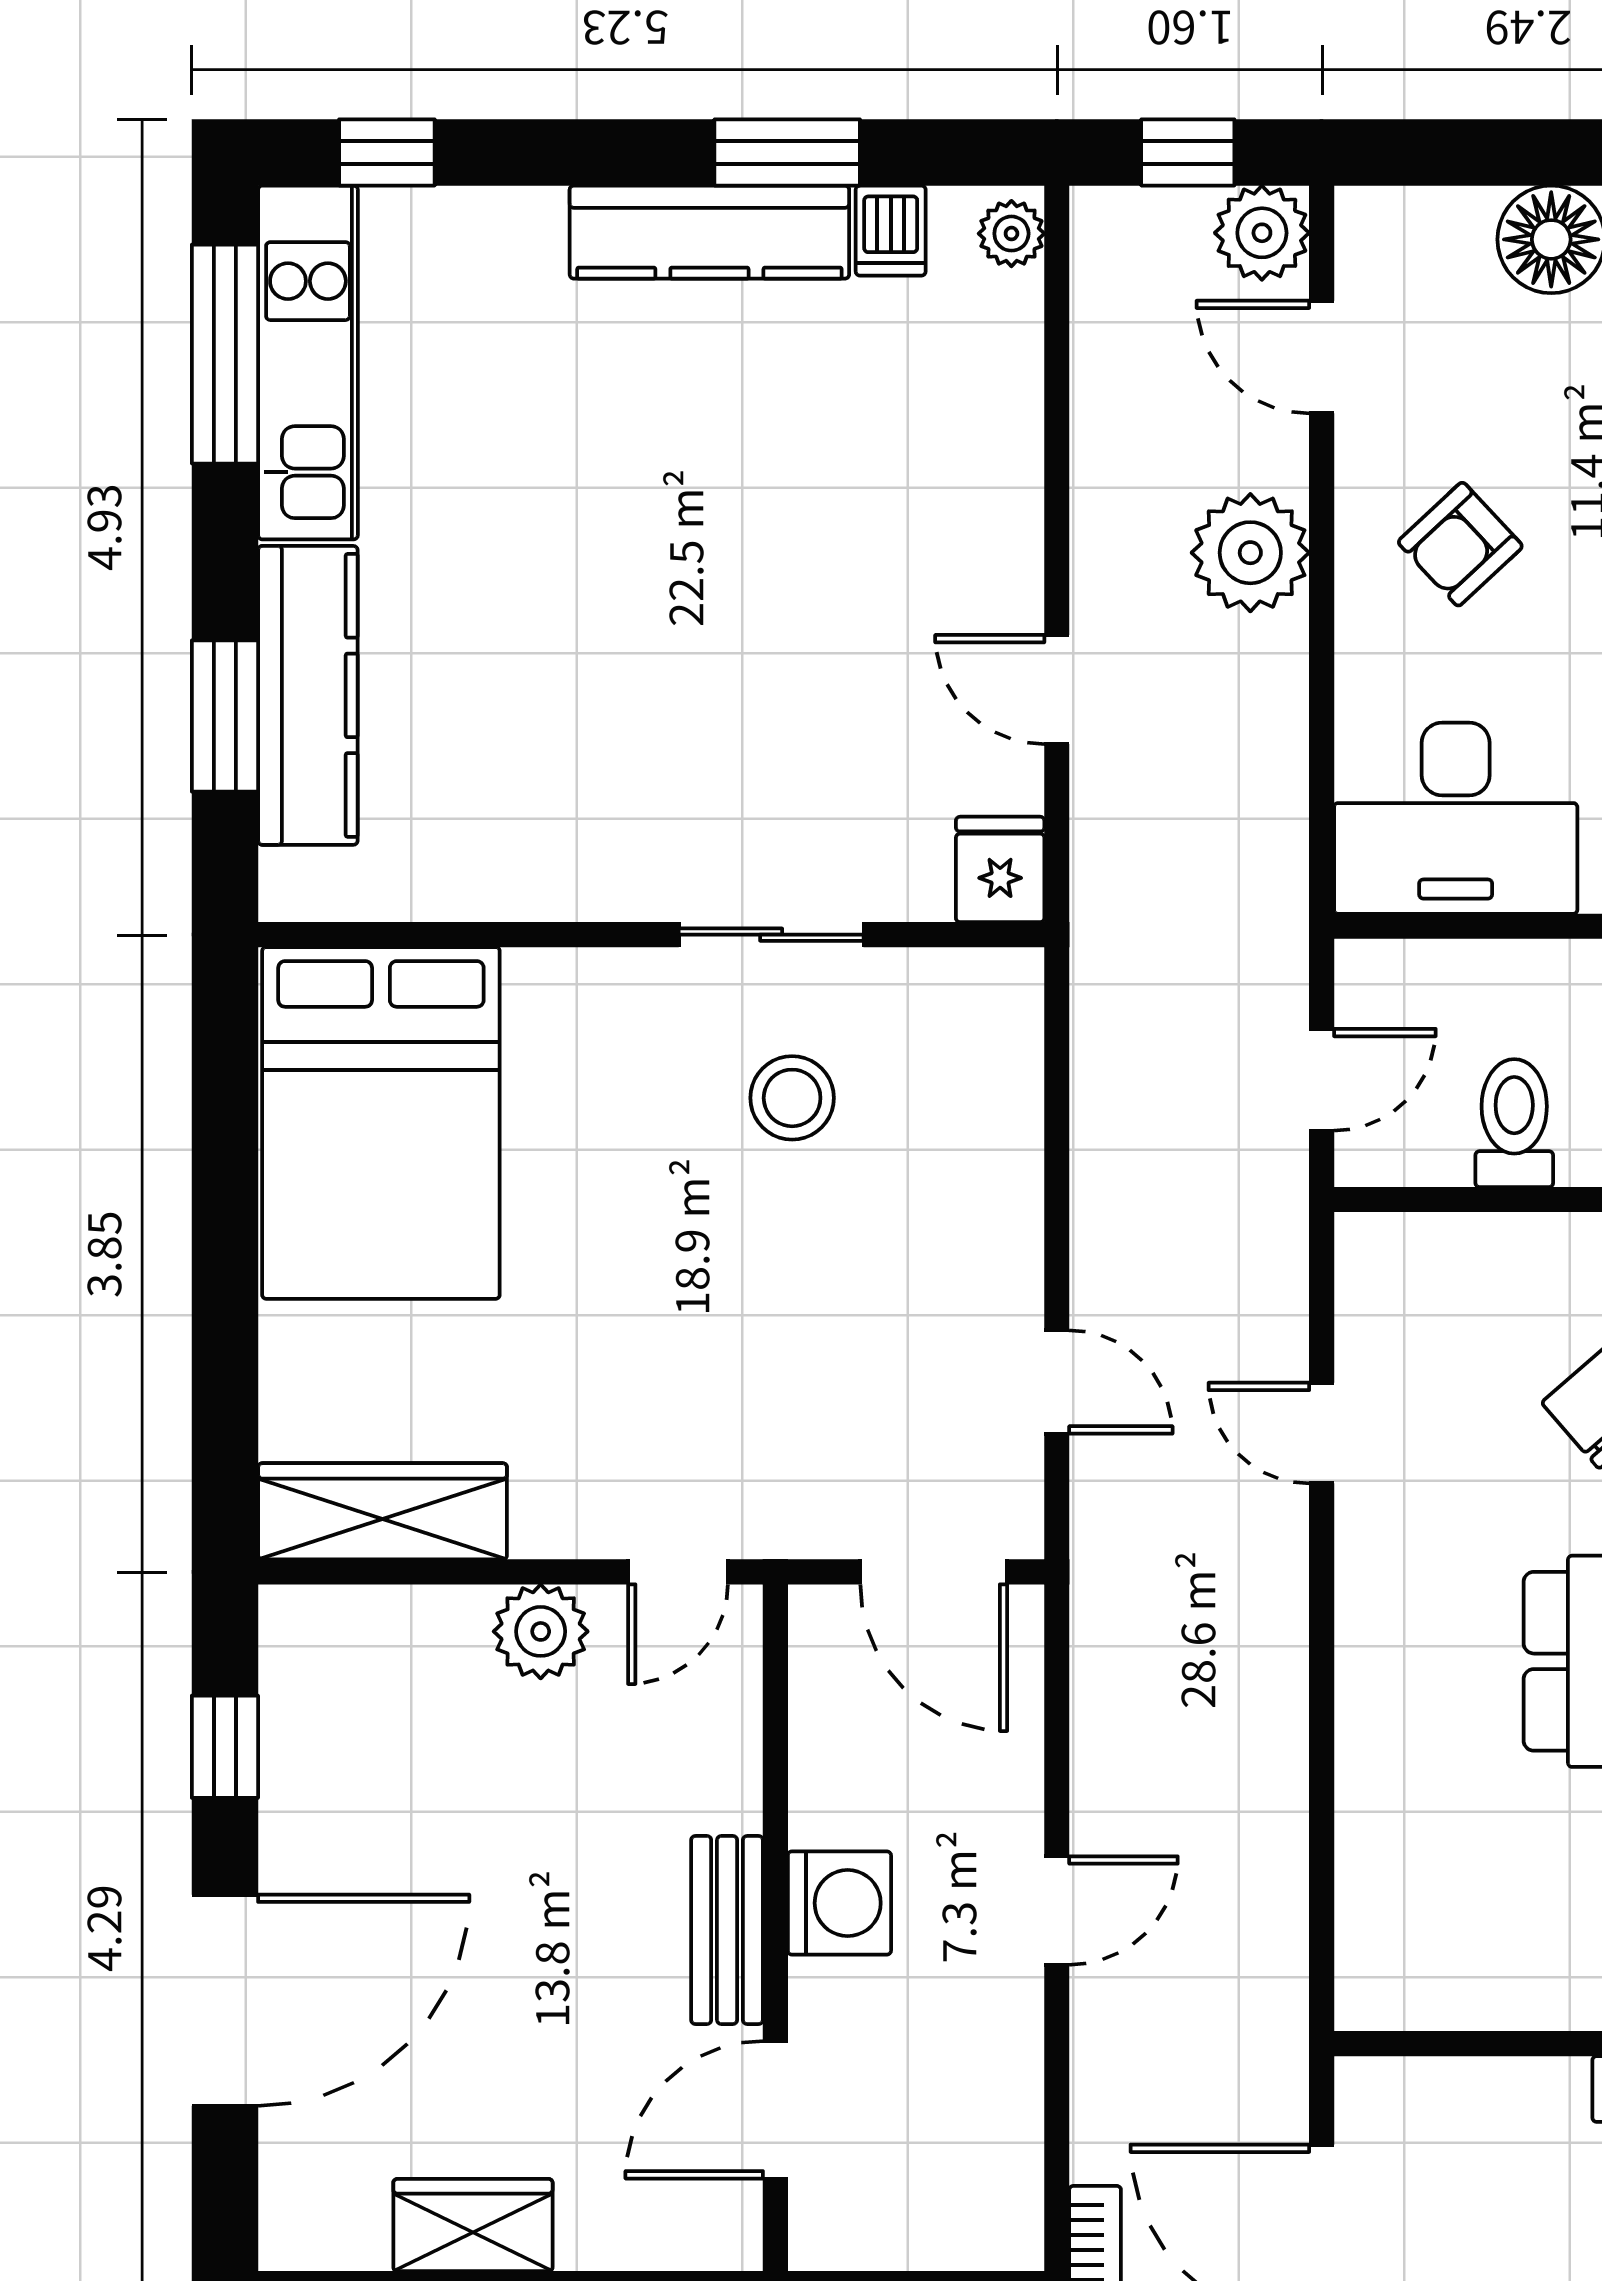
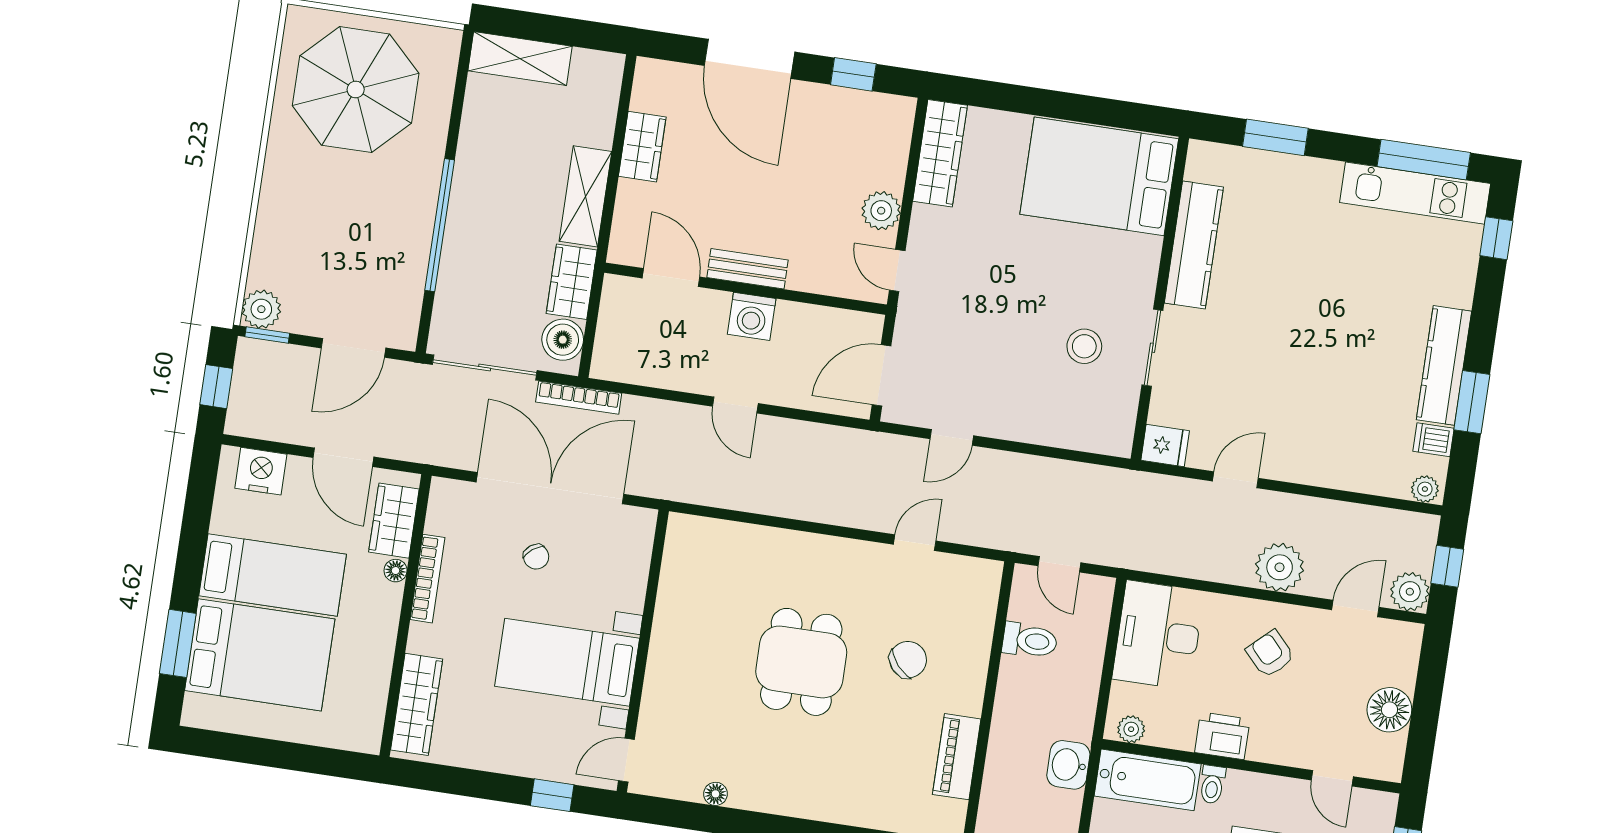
kitchen counter: (308, 695) -> (1194, 245), moved, turned -90

